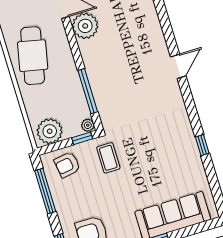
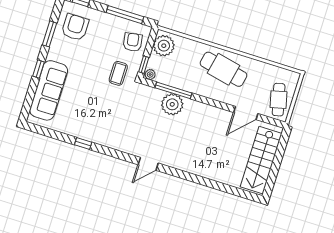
plant: (85, 26) -> (172, 104), moved
door: (178, 66) -> (148, 164), hinge flipped
coffee table: (108, 158) -> (118, 73), turned 90

